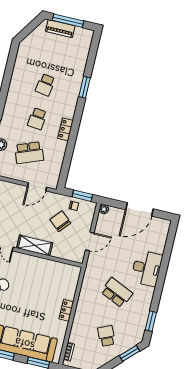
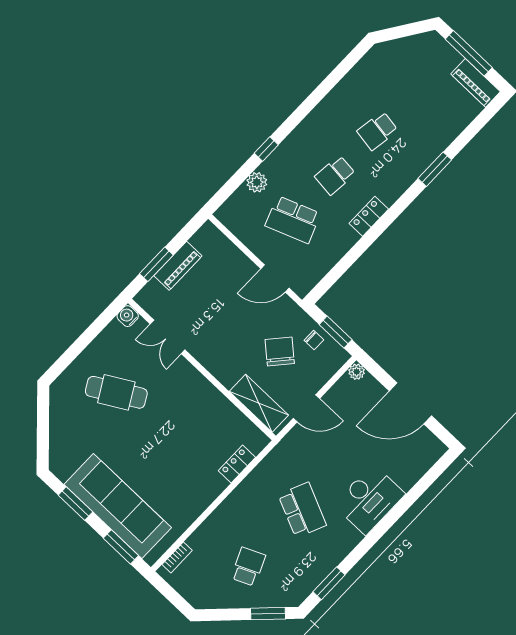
piano: (60, 29) -> (475, 83), moved
shelving: (35, 245) -> (259, 403), moved
locker: (66, 310) -> (237, 464), moved

